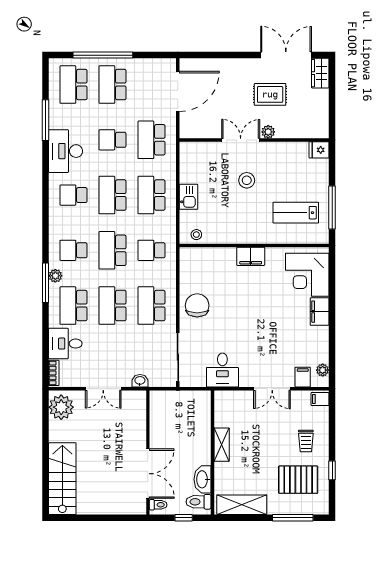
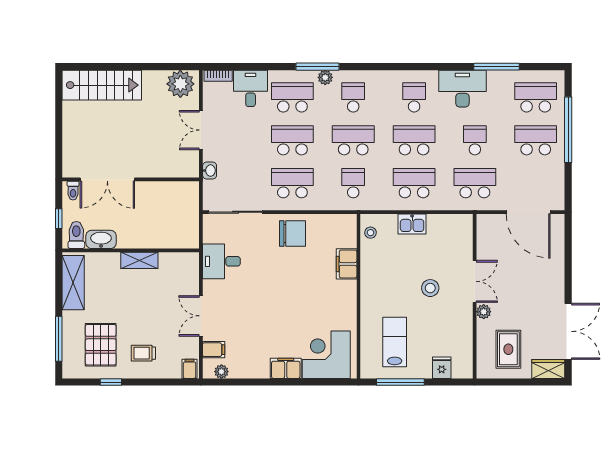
rug: (270, 94) -> (508, 349), moved
fridge: (319, 150) -> (442, 368), moved
filing cabinet: (251, 256) -> (347, 264), moved

